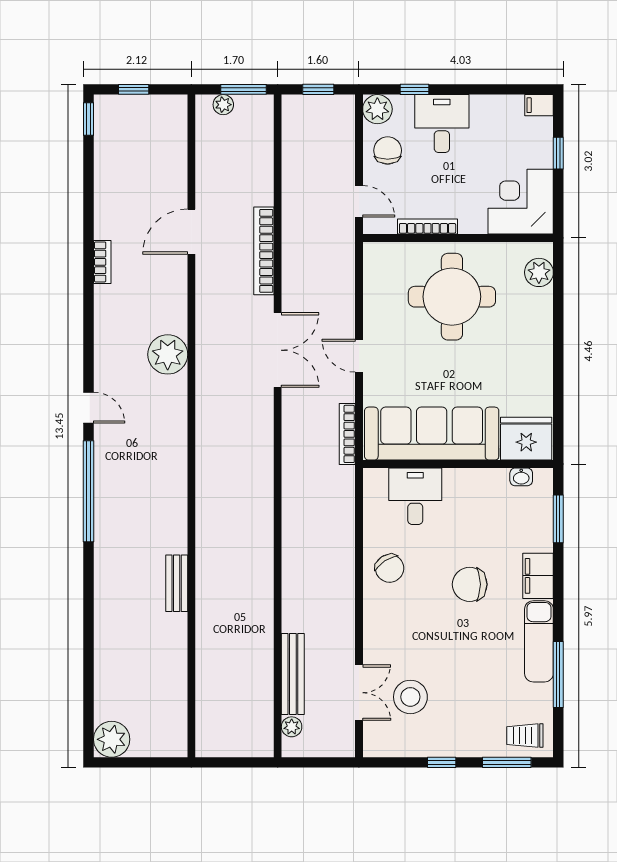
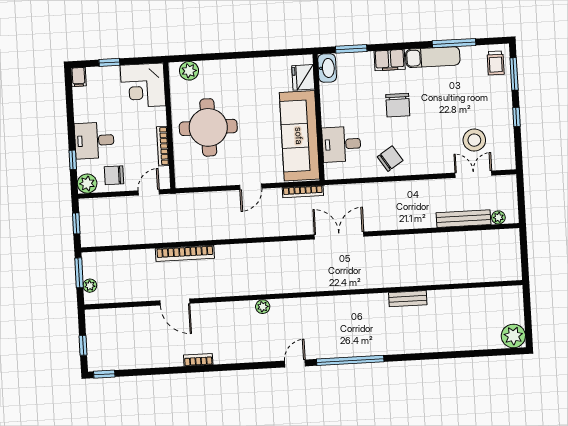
double door: (278, 350) -> (339, 236), moved
plant: (168, 354) -> (263, 307), width x0.53, depth x0.53
fridge: (526, 439) -> (303, 77), width x0.73, depth x0.75
washbasin: (521, 477) -> (327, 68), width x1.91, depth x1.45

